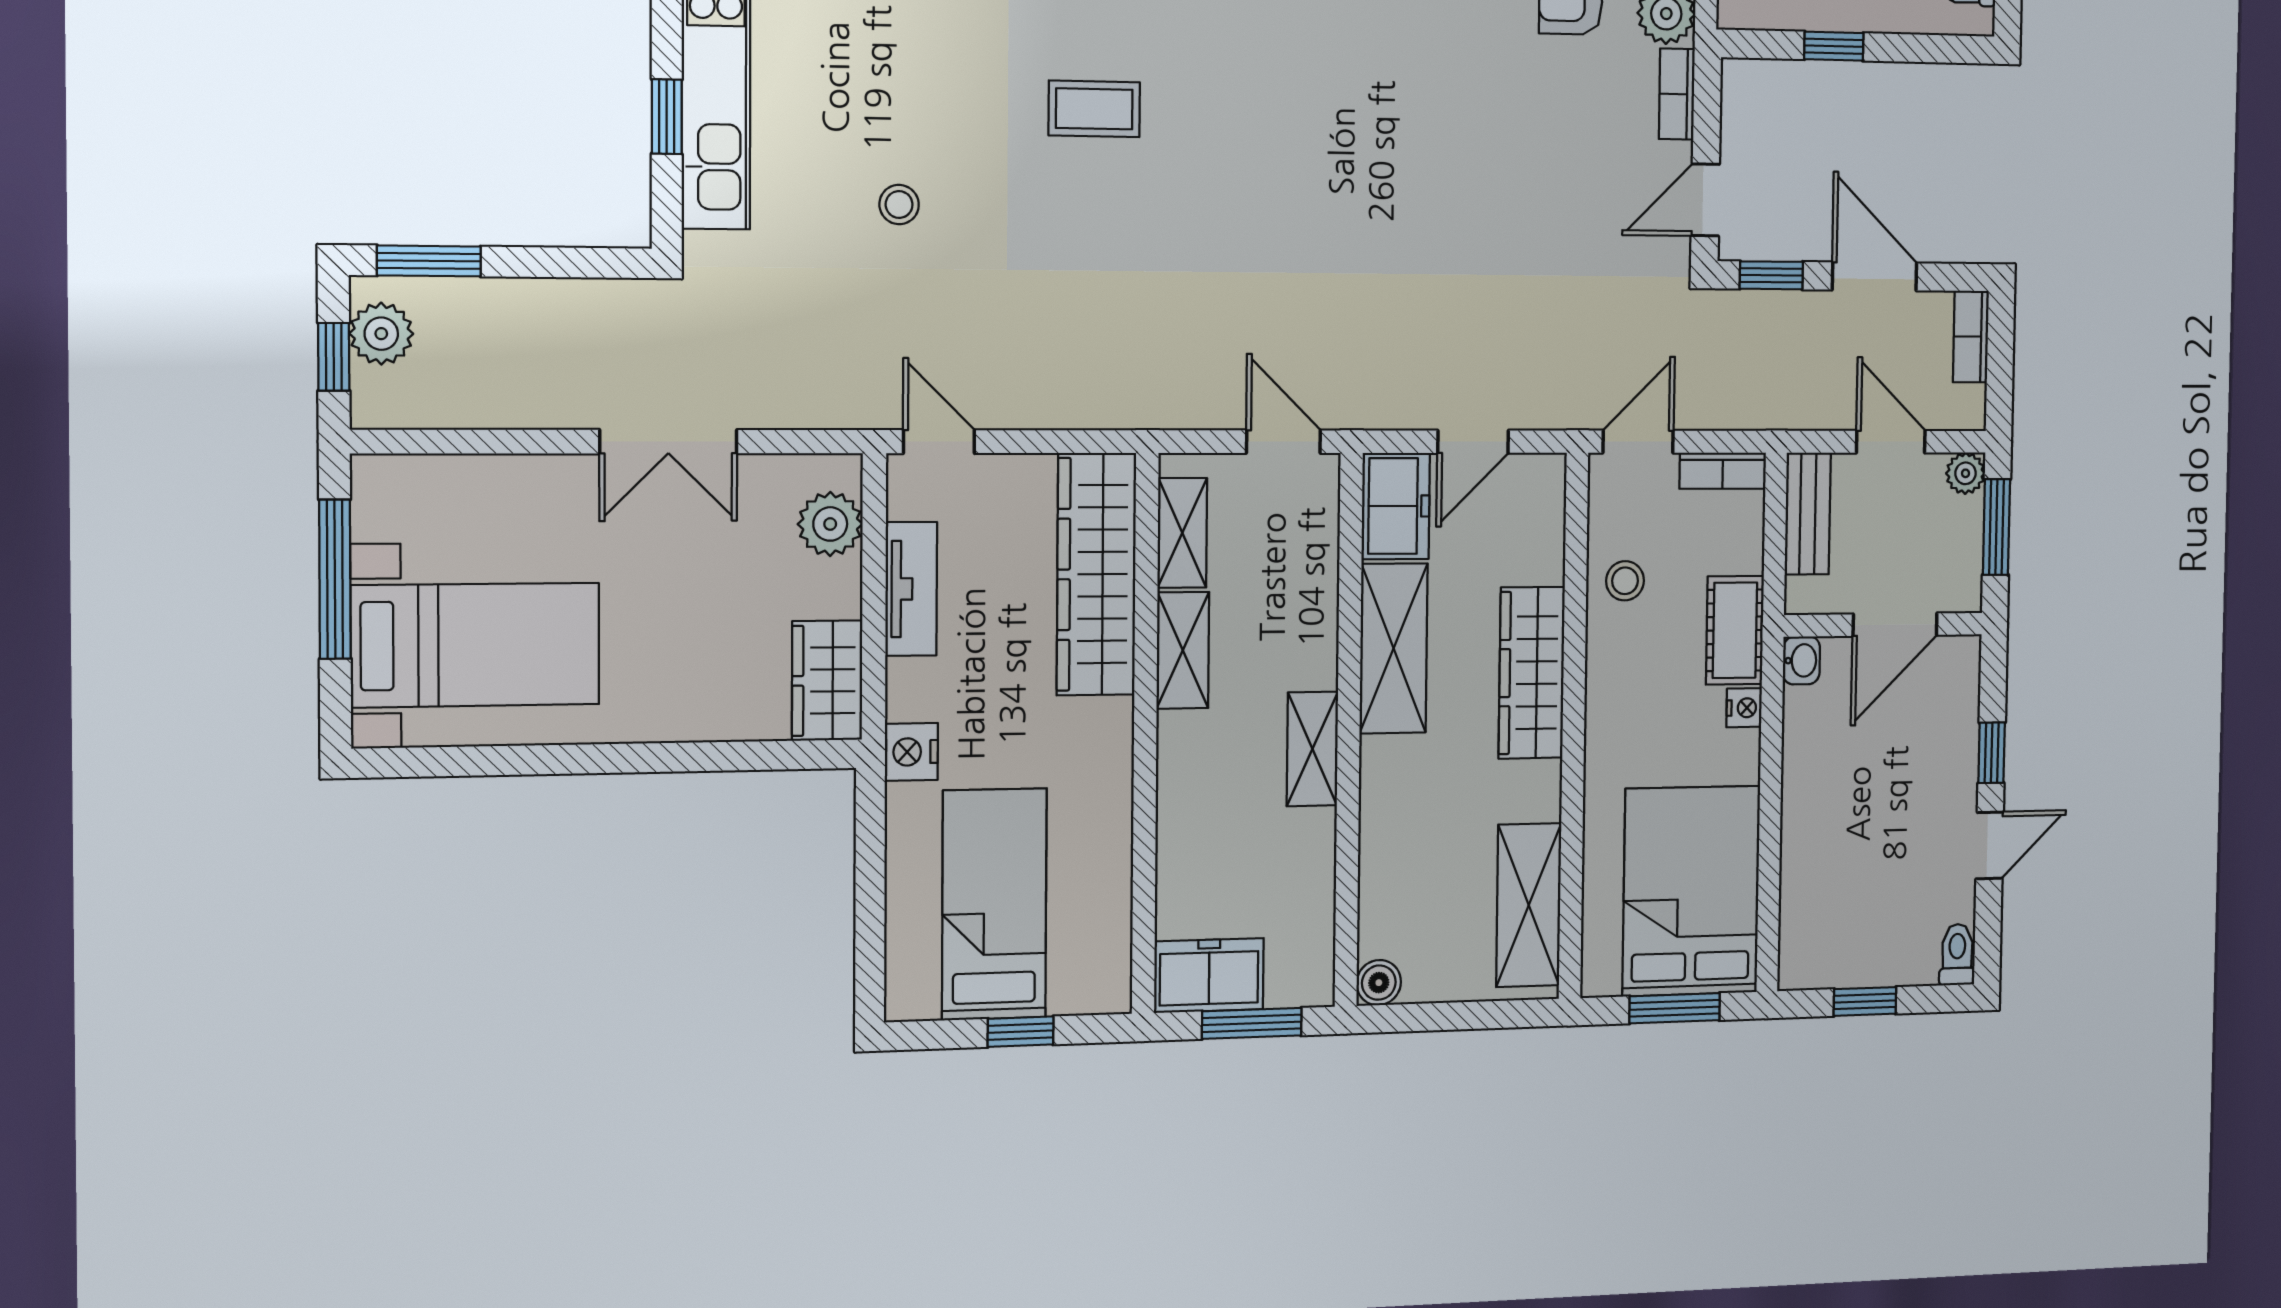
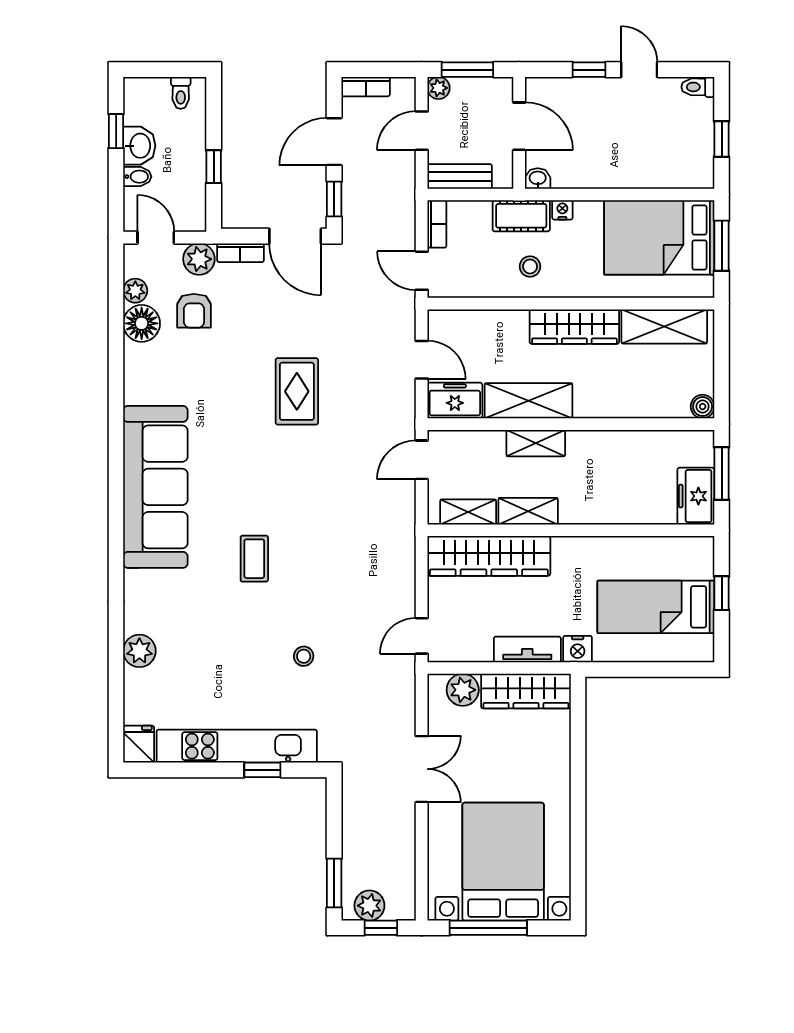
rug: (1417, 199) -> (297, 391), added
door: (1705, 200) -> (295, 236), width x1.38
stool: (1625, 581) -> (530, 266), moved
tv unit: (911, 589) -> (527, 649), moved
bed with nightstands: (476, 645) -> (503, 862), width x1.36
wardrobe: (1532, 673) -> (574, 327), moved
wardrobe: (827, 680) -> (526, 691), width x1.50
shelving: (1312, 749) -> (536, 443), moved

